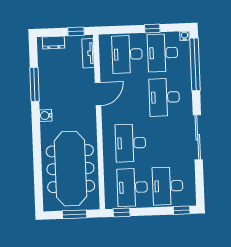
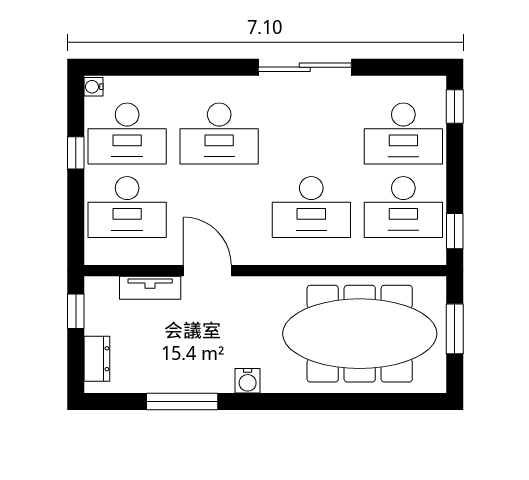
tv unit: (88, 53) -> (150, 288), moved
window: (195, 64) -> (153, 67), removed

